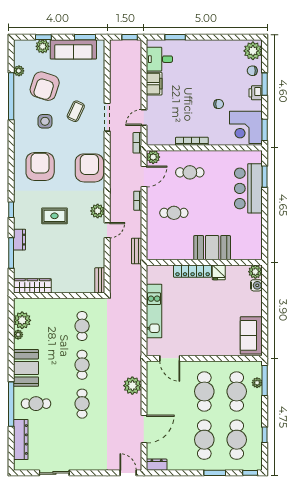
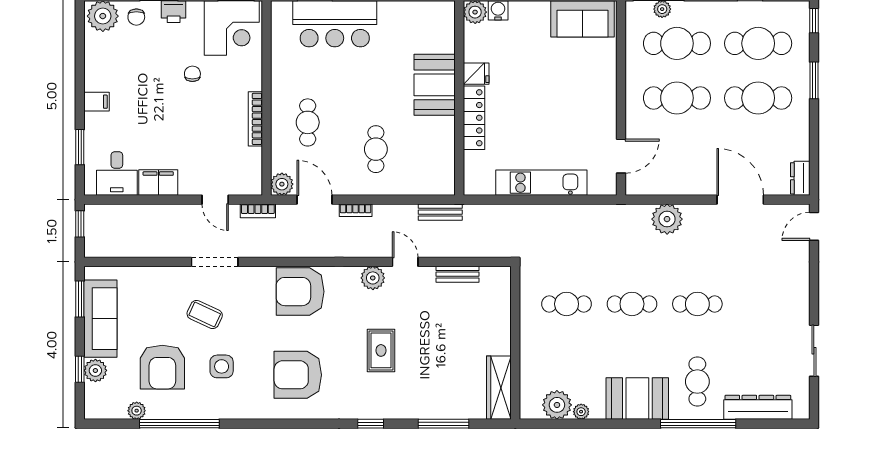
filing cabinet: (202, 47) -> (96, 102), added
armchair: (45, 86) -> (162, 367), turned 72
dresser: (19, 240) -> (421, 410), removed
bench: (100, 280) -> (458, 274), moved

